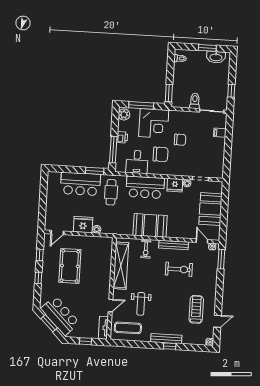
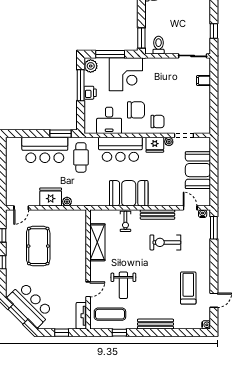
toilet: (195, 101) -> (159, 45), moved
chair: (180, 140) -> (158, 122), moved
window: (113, 150) -> (81, 85), moved
shelving: (121, 266) -> (97, 242), width x0.68
exercise bike: (179, 269) -> (165, 242), turned 180
window: (170, 346) -> (119, 333), moved

